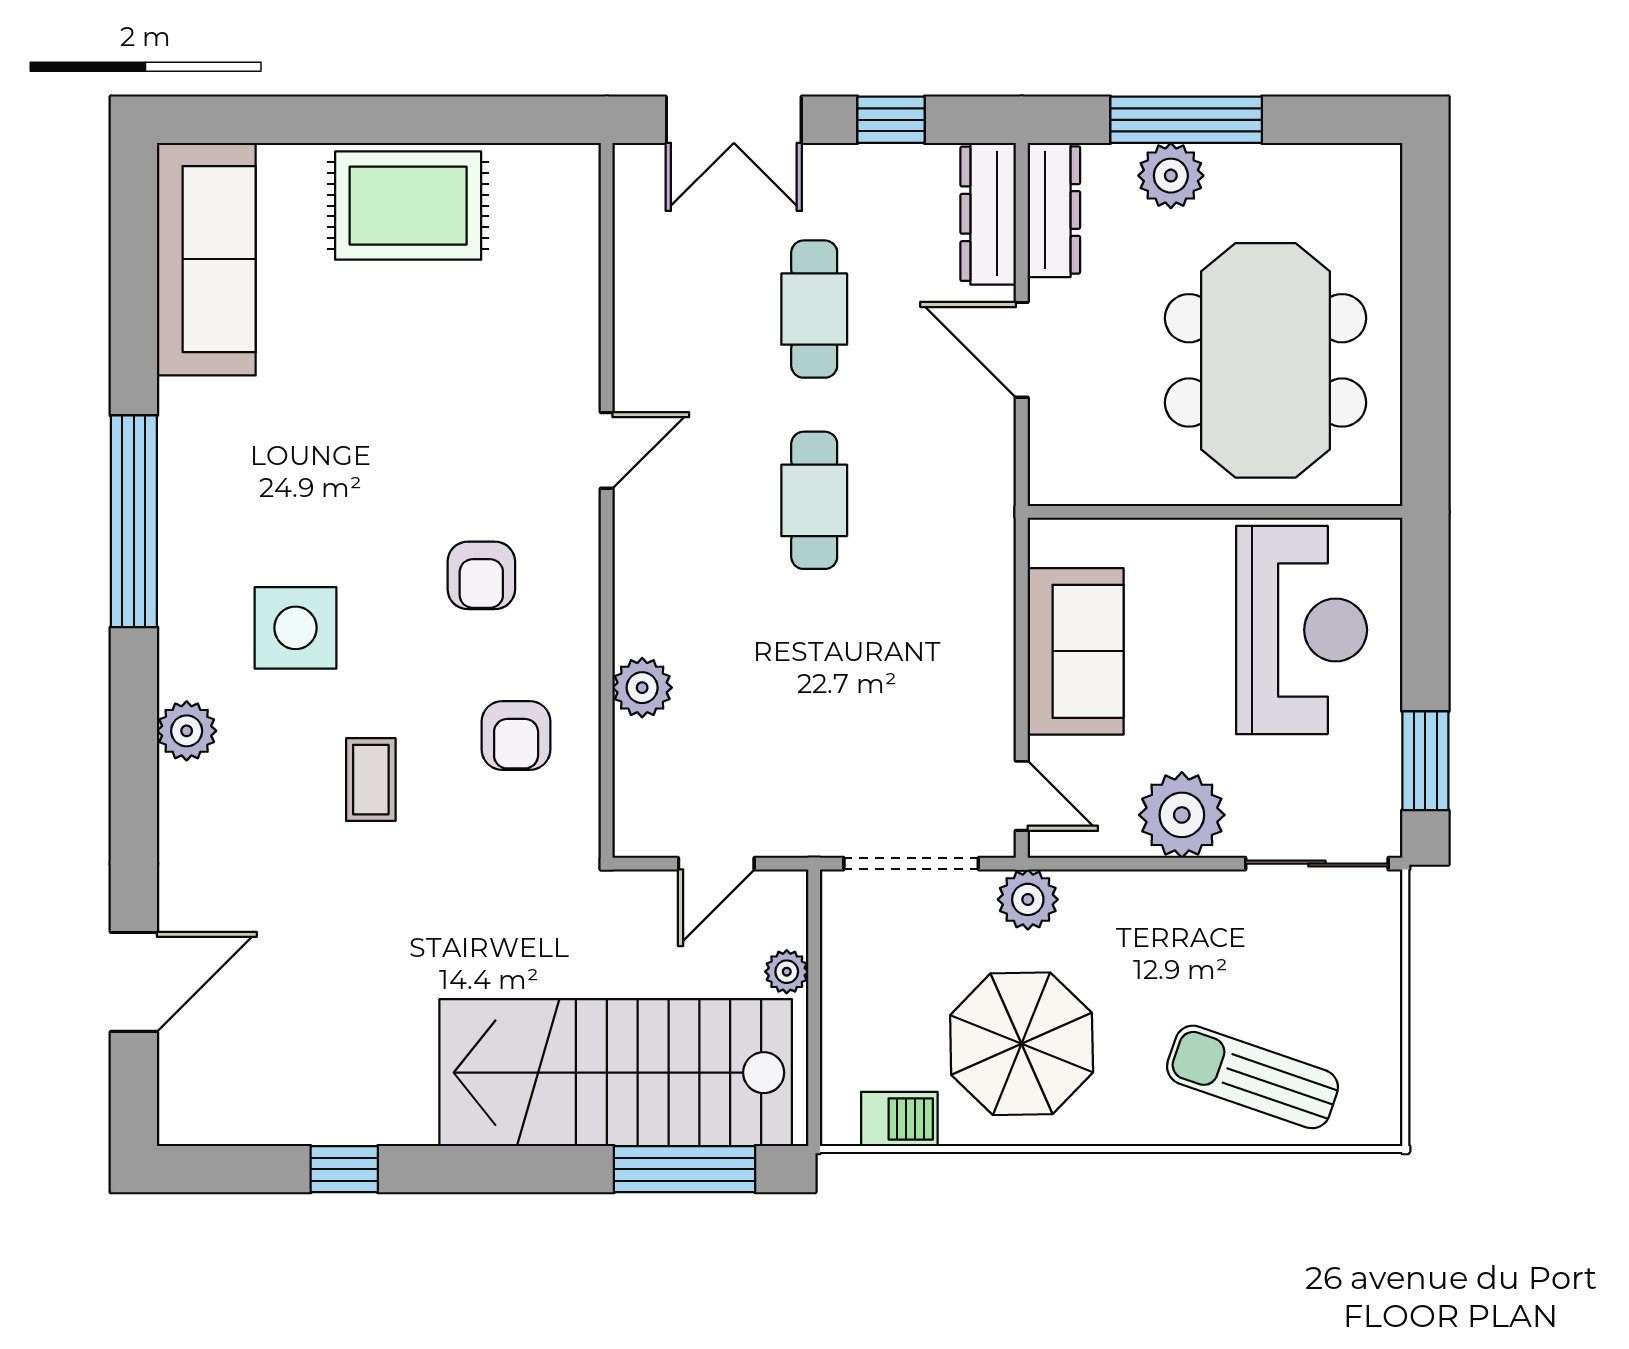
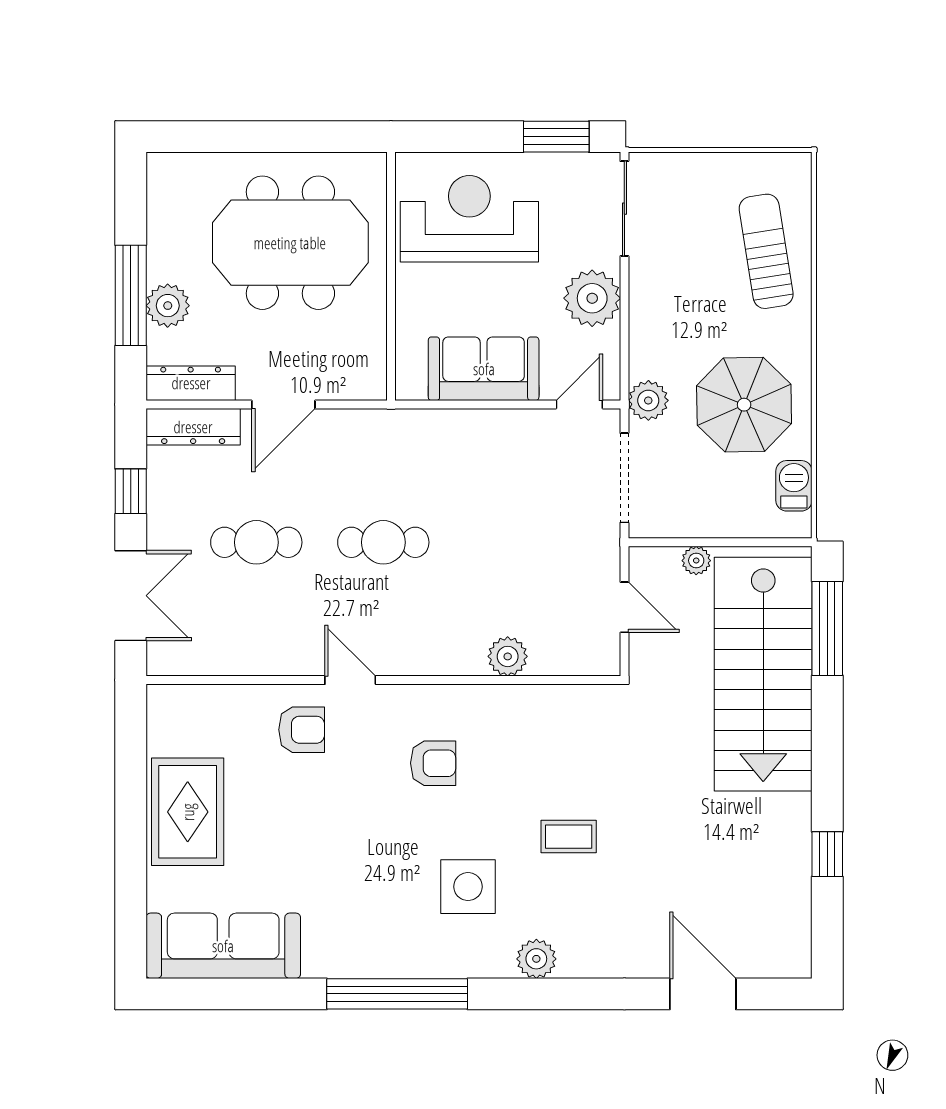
armchair: (516, 735) -> (302, 730), moved
sun lounger: (1252, 1077) -> (766, 251), turned 152

